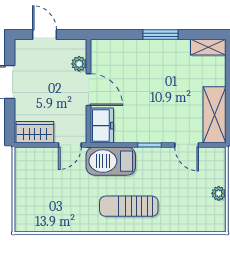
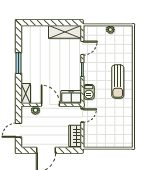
shelving: (208, 47) -> (26, 93), moved
door: (89, 90) -> (50, 105), hinge flipped
door: (70, 145) -> (82, 116), hinge flipped
barbecue: (111, 161) -> (89, 92), width x0.53, depth x0.65

